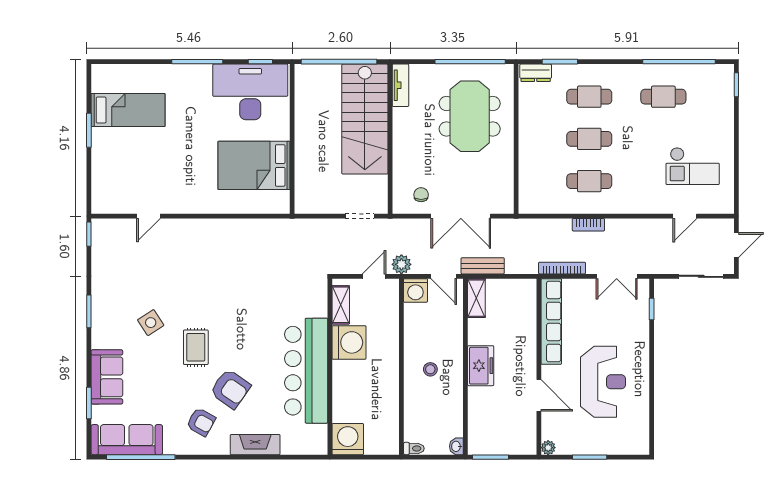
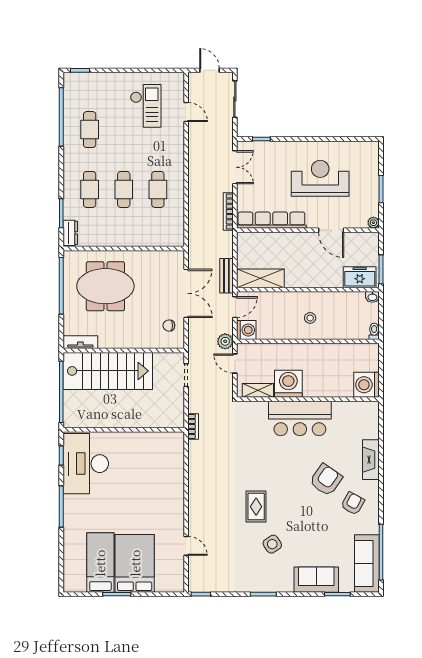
bed: (254, 165) -> (135, 563), moved, turned 180
bookcase: (588, 225) -> (193, 426), moved
shelving: (476, 298) -> (260, 278), width x1.50, depth x1.33
rug: (196, 347) -> (256, 507), moved, turned 90
freezer: (481, 366) -> (360, 277), moved
bar counter: (306, 371) -> (300, 418), width x0.73
door: (539, 395) -> (331, 230), swing flipped

